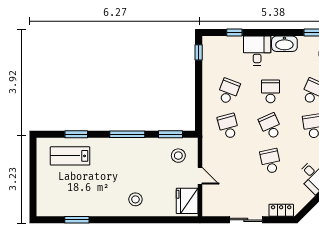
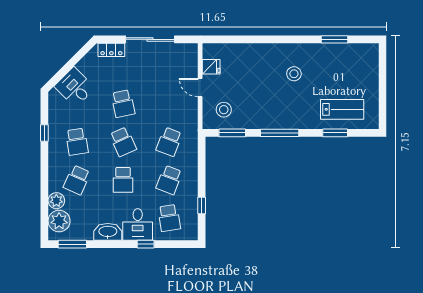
window: (234, 33) -> (146, 244), moved
window: (199, 52) -> (202, 206), moved
school desk: (228, 56) -> (169, 218), added
school desk: (228, 126) -> (169, 142), turned 36
stool: (135, 199) -> (294, 74), moved
fridge: (187, 201) -> (211, 67), width x0.53, depth x0.75
sliding door: (246, 220) -> (150, 39), width x1.37

